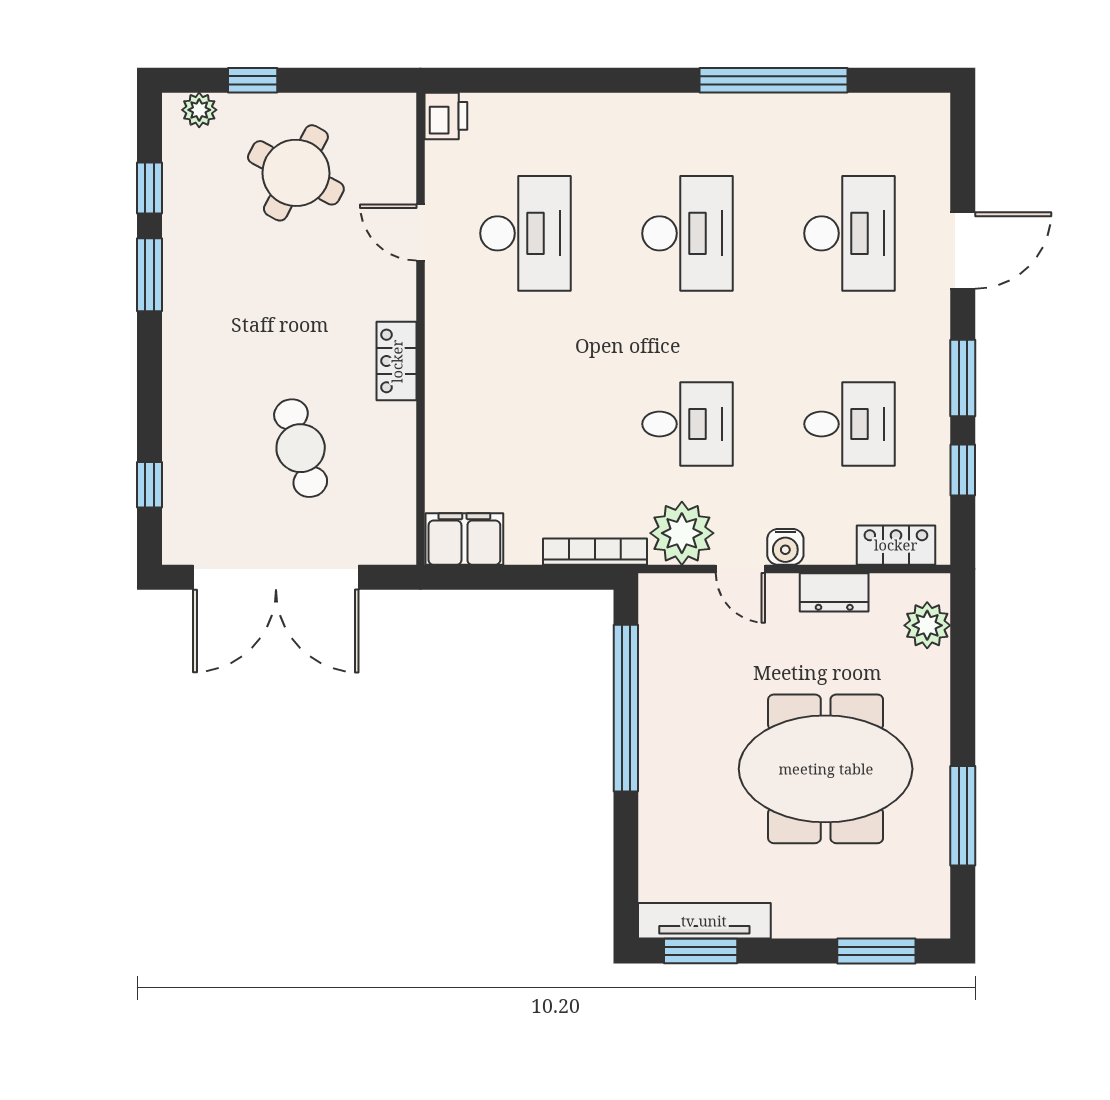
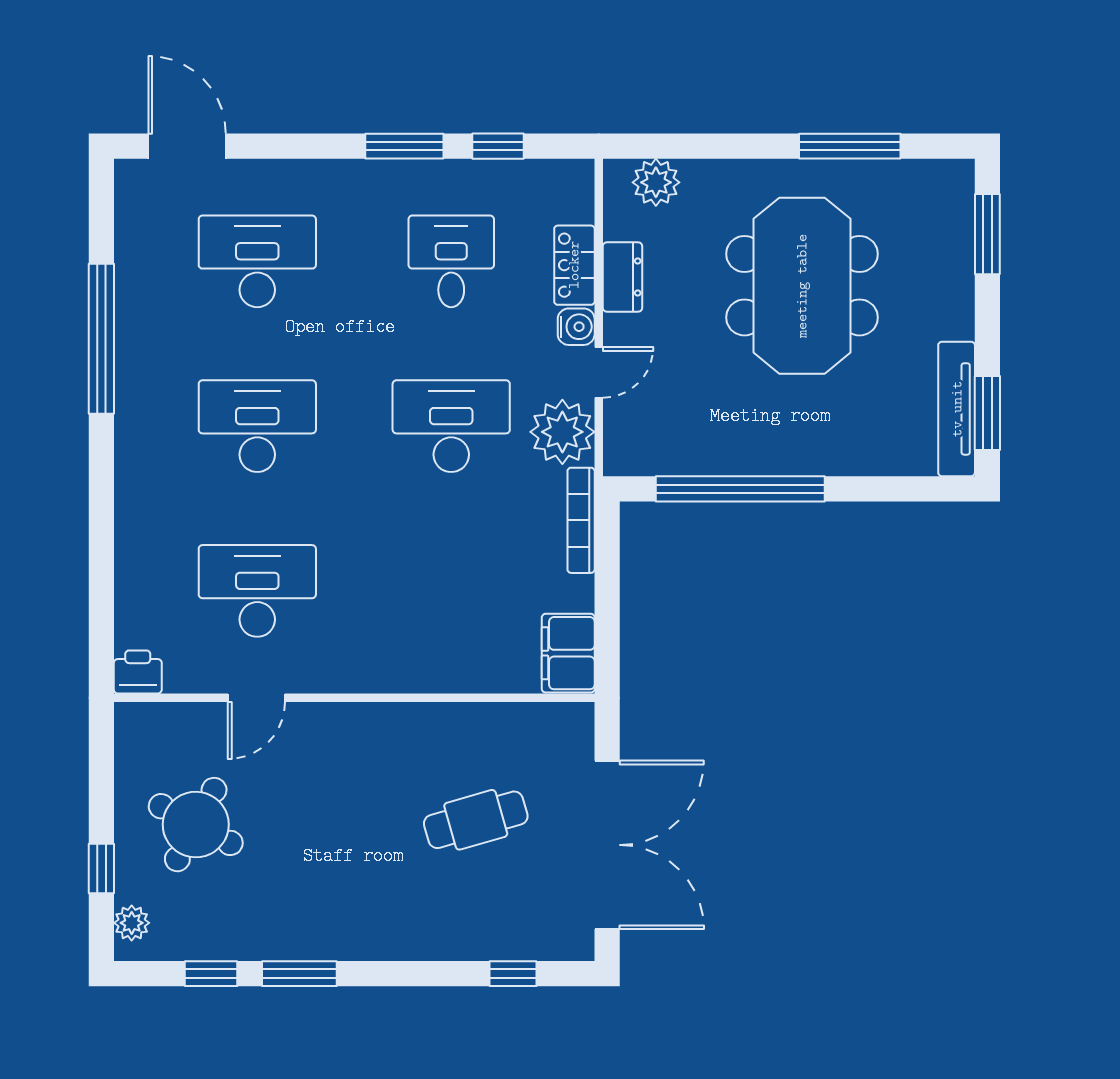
door: (963, 251) -> (187, 146), moved
locker: (397, 361) -> (387, 722), removed
desk: (688, 424) -> (451, 426), width x1.37
locker: (896, 545) -> (574, 265), moved

